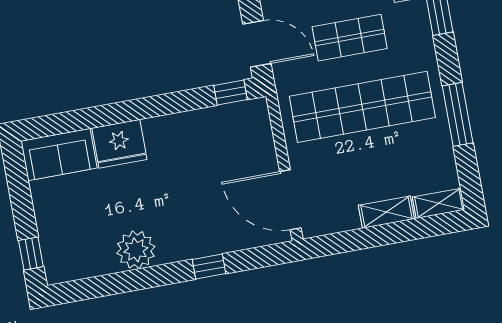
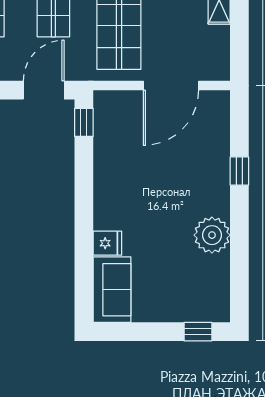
fridge: (119, 144) -> (107, 243), width x0.53, depth x0.75
door: (290, 200) -> (171, 86), moved

